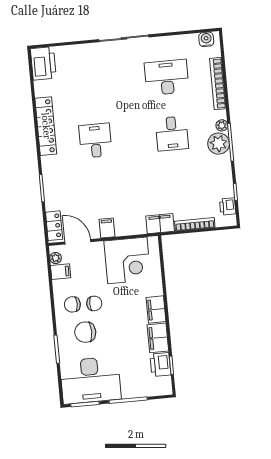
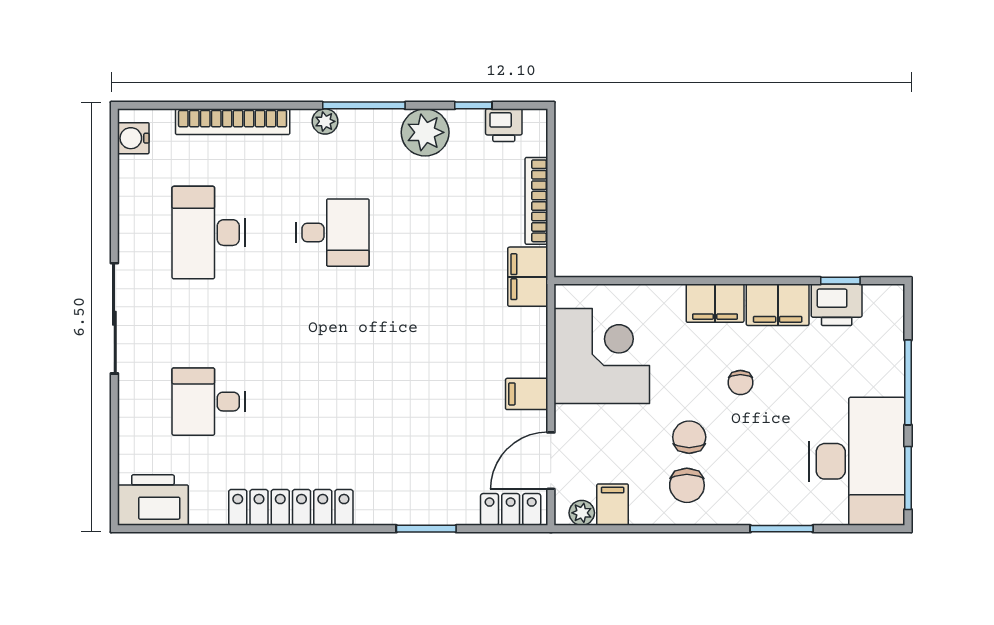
desk: (95, 141) -> (209, 402), moved
plant: (219, 144) -> (425, 132), moved
chair: (85, 332) -> (740, 383), moved, width x0.54, depth x0.54

